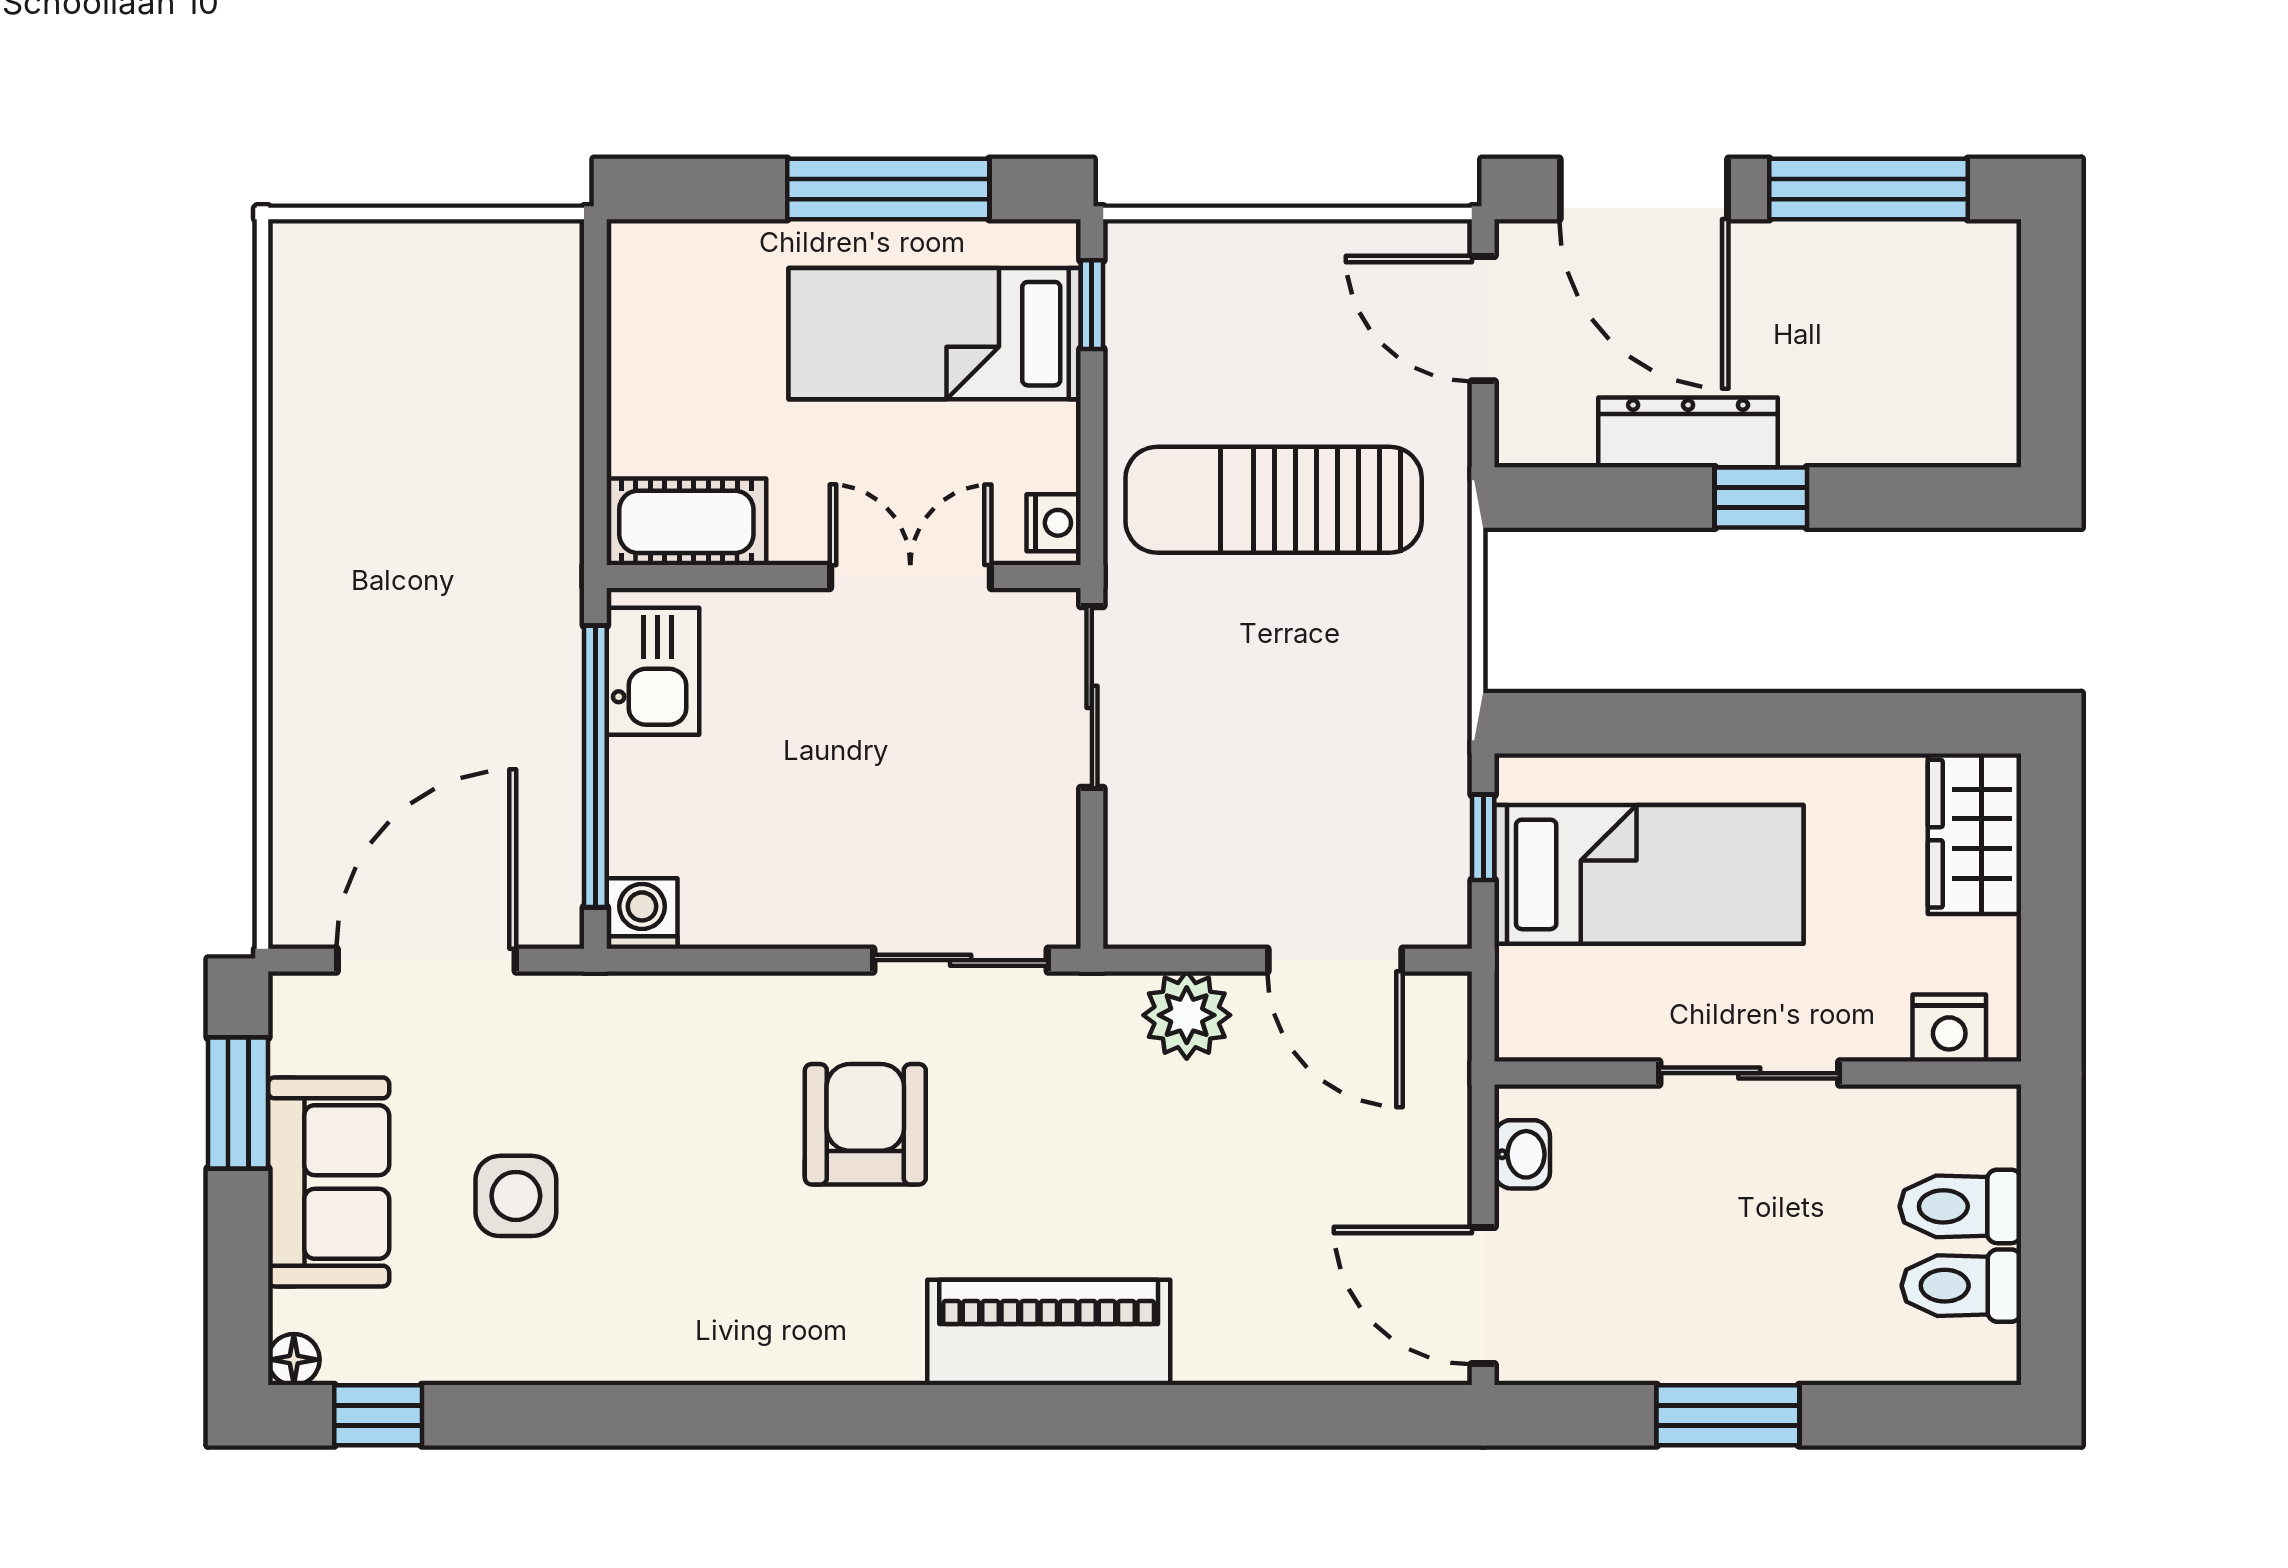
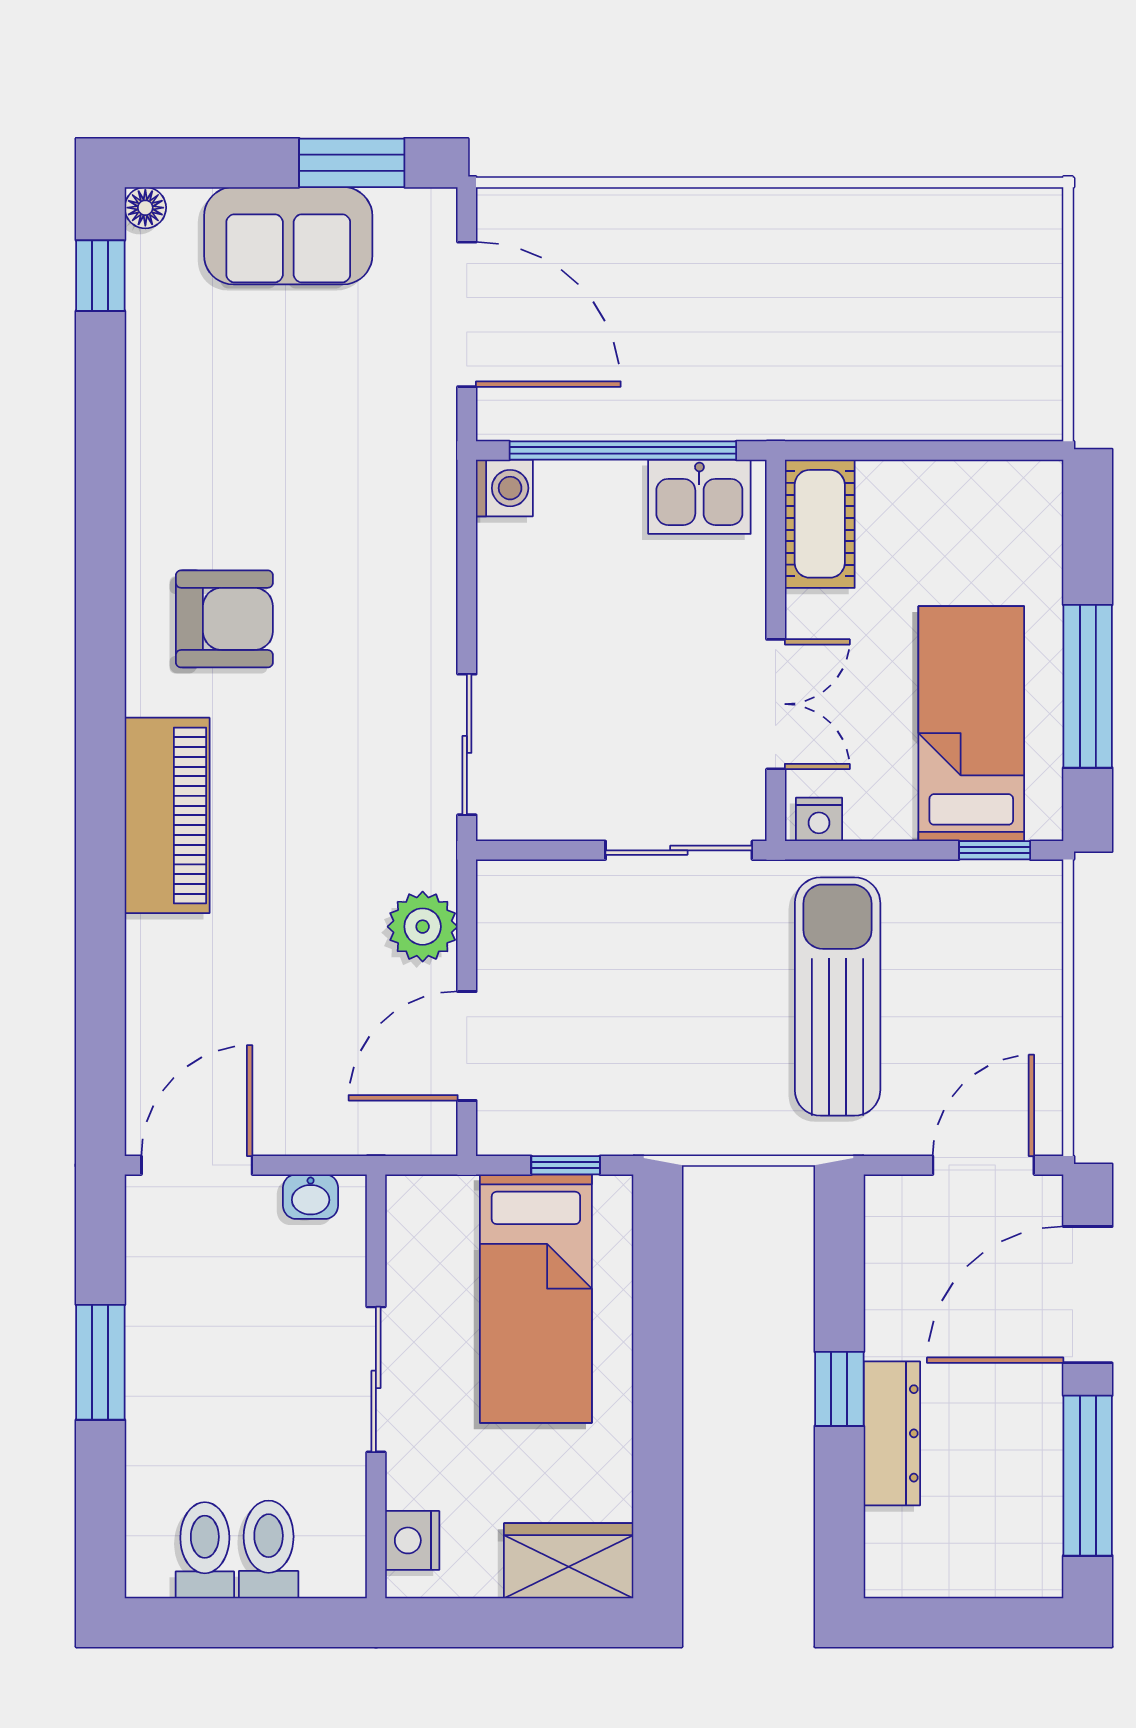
dresser: (1688, 432) -> (892, 1433), moved
armchair: (865, 1124) -> (224, 619), moved
side table: (516, 1196) -> (277, 386), removed

